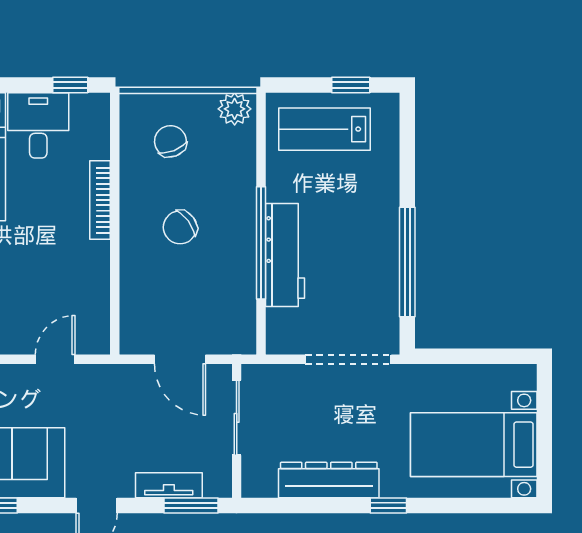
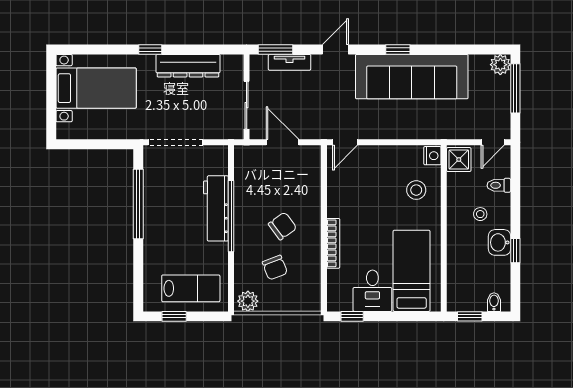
chair: (170, 141) -> (275, 268), moved
door: (55, 359) -> (345, 142), moved

